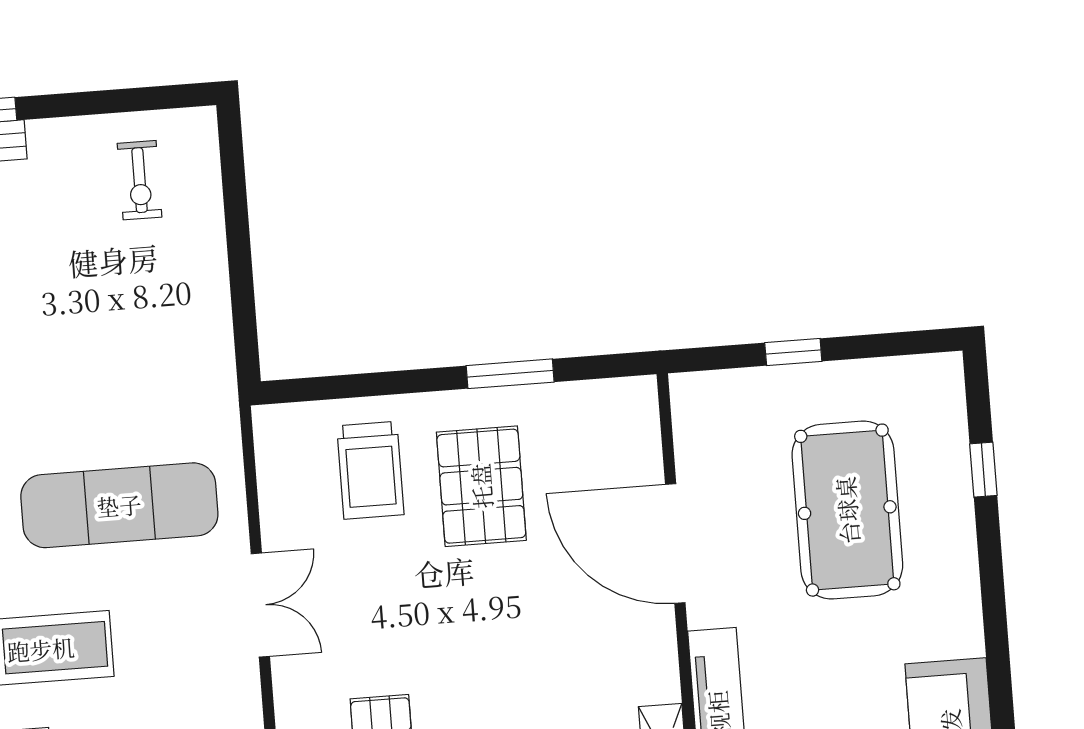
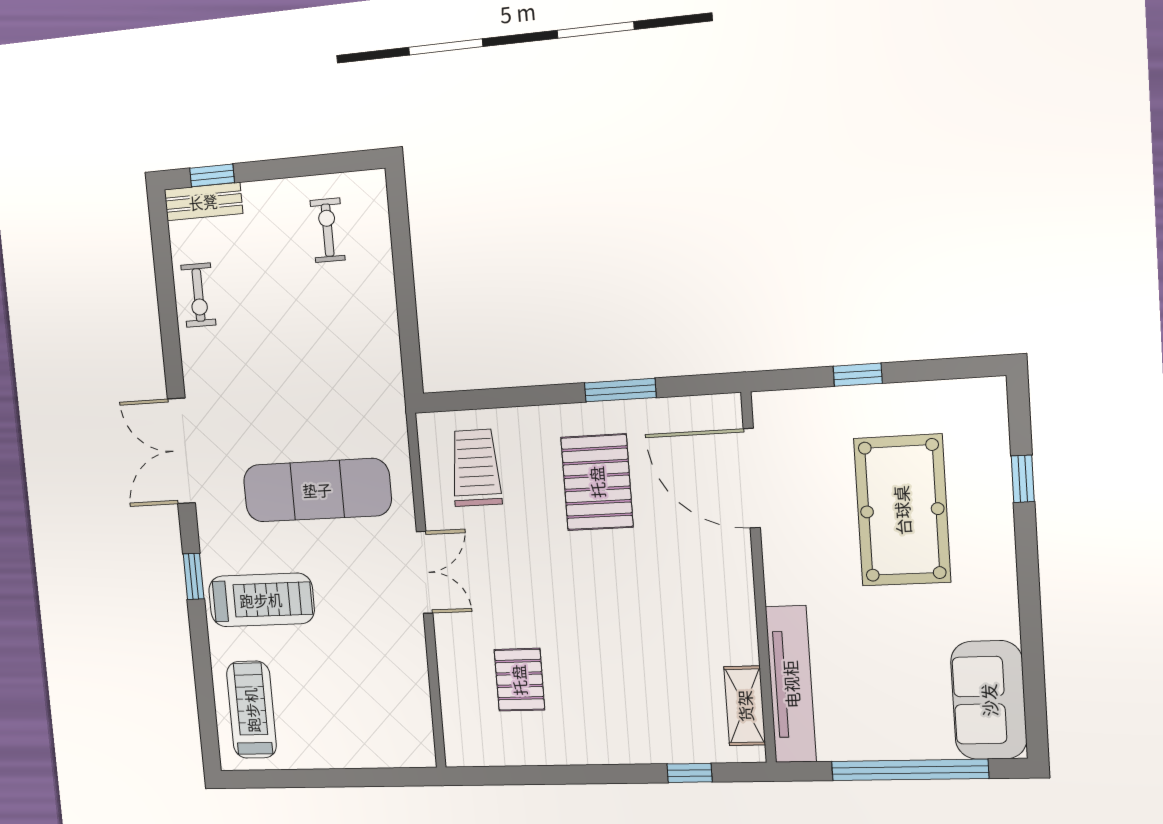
exercise bike: (140, 180) -> (328, 230), turned 180
trolley: (370, 470) -> (476, 468), moved, turned 180
door: (675, 543) -> (752, 478), moved

